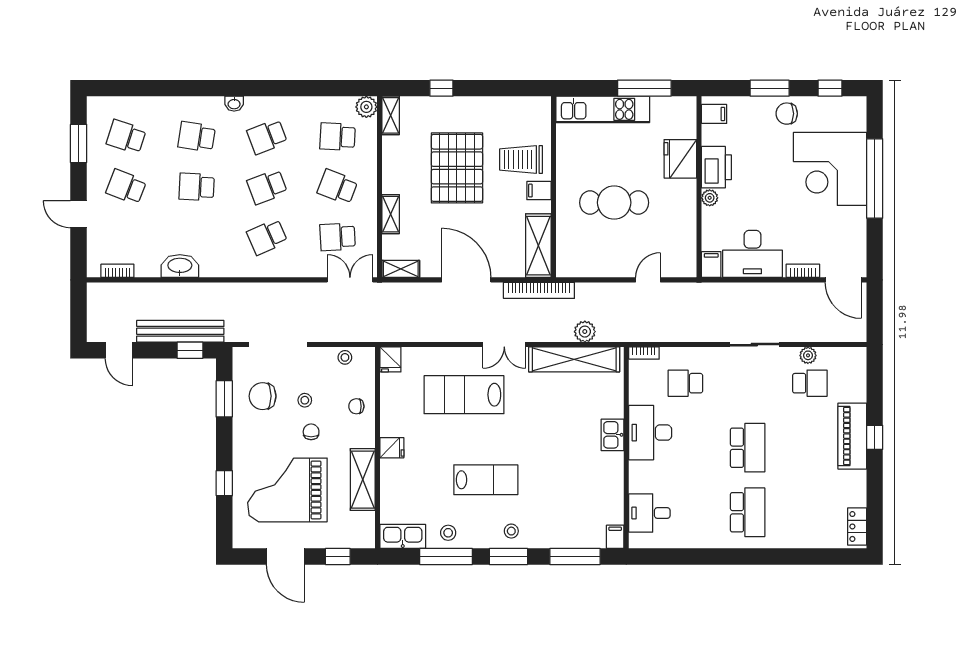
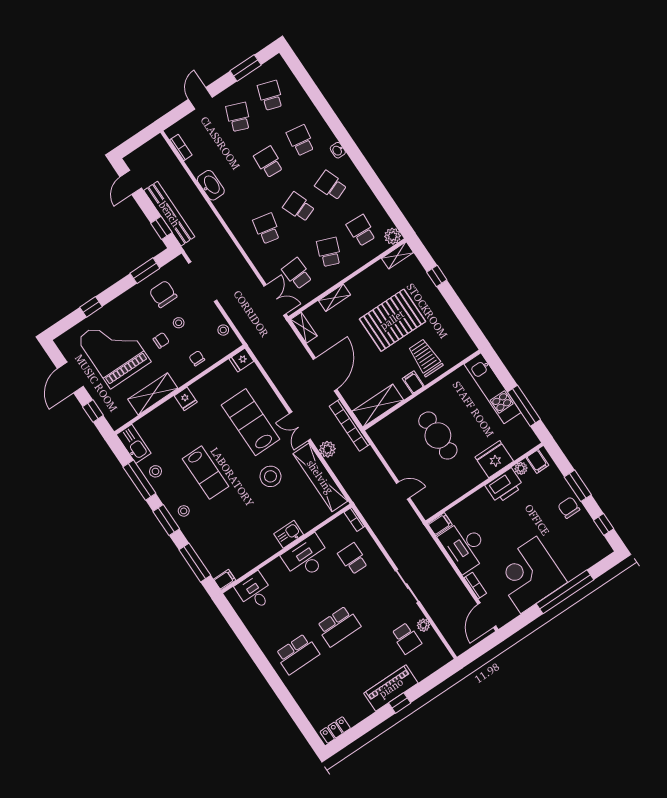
corner desk: (830, 169) -> (529, 575), moved
plant: (710, 198) -> (521, 468), moved
school desk: (267, 237) -> (267, 229), turned 36
plant: (585, 332) -> (327, 449), moved
stool: (537, 412) -> (270, 476), added

